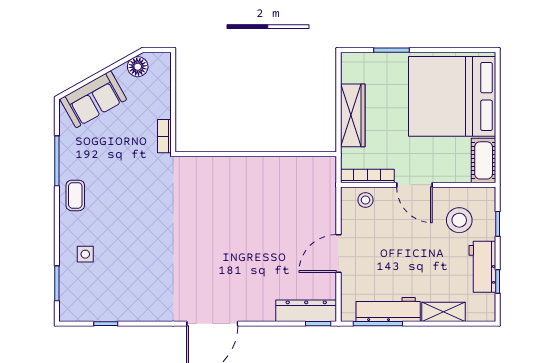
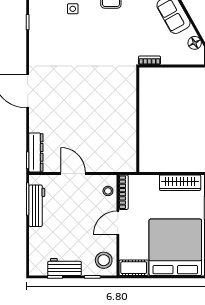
wardrobe: (353, 115) -> (180, 183), moved
stool: (459, 220) -> (104, 260), moved
shelving: (443, 312) -> (35, 242), removed

